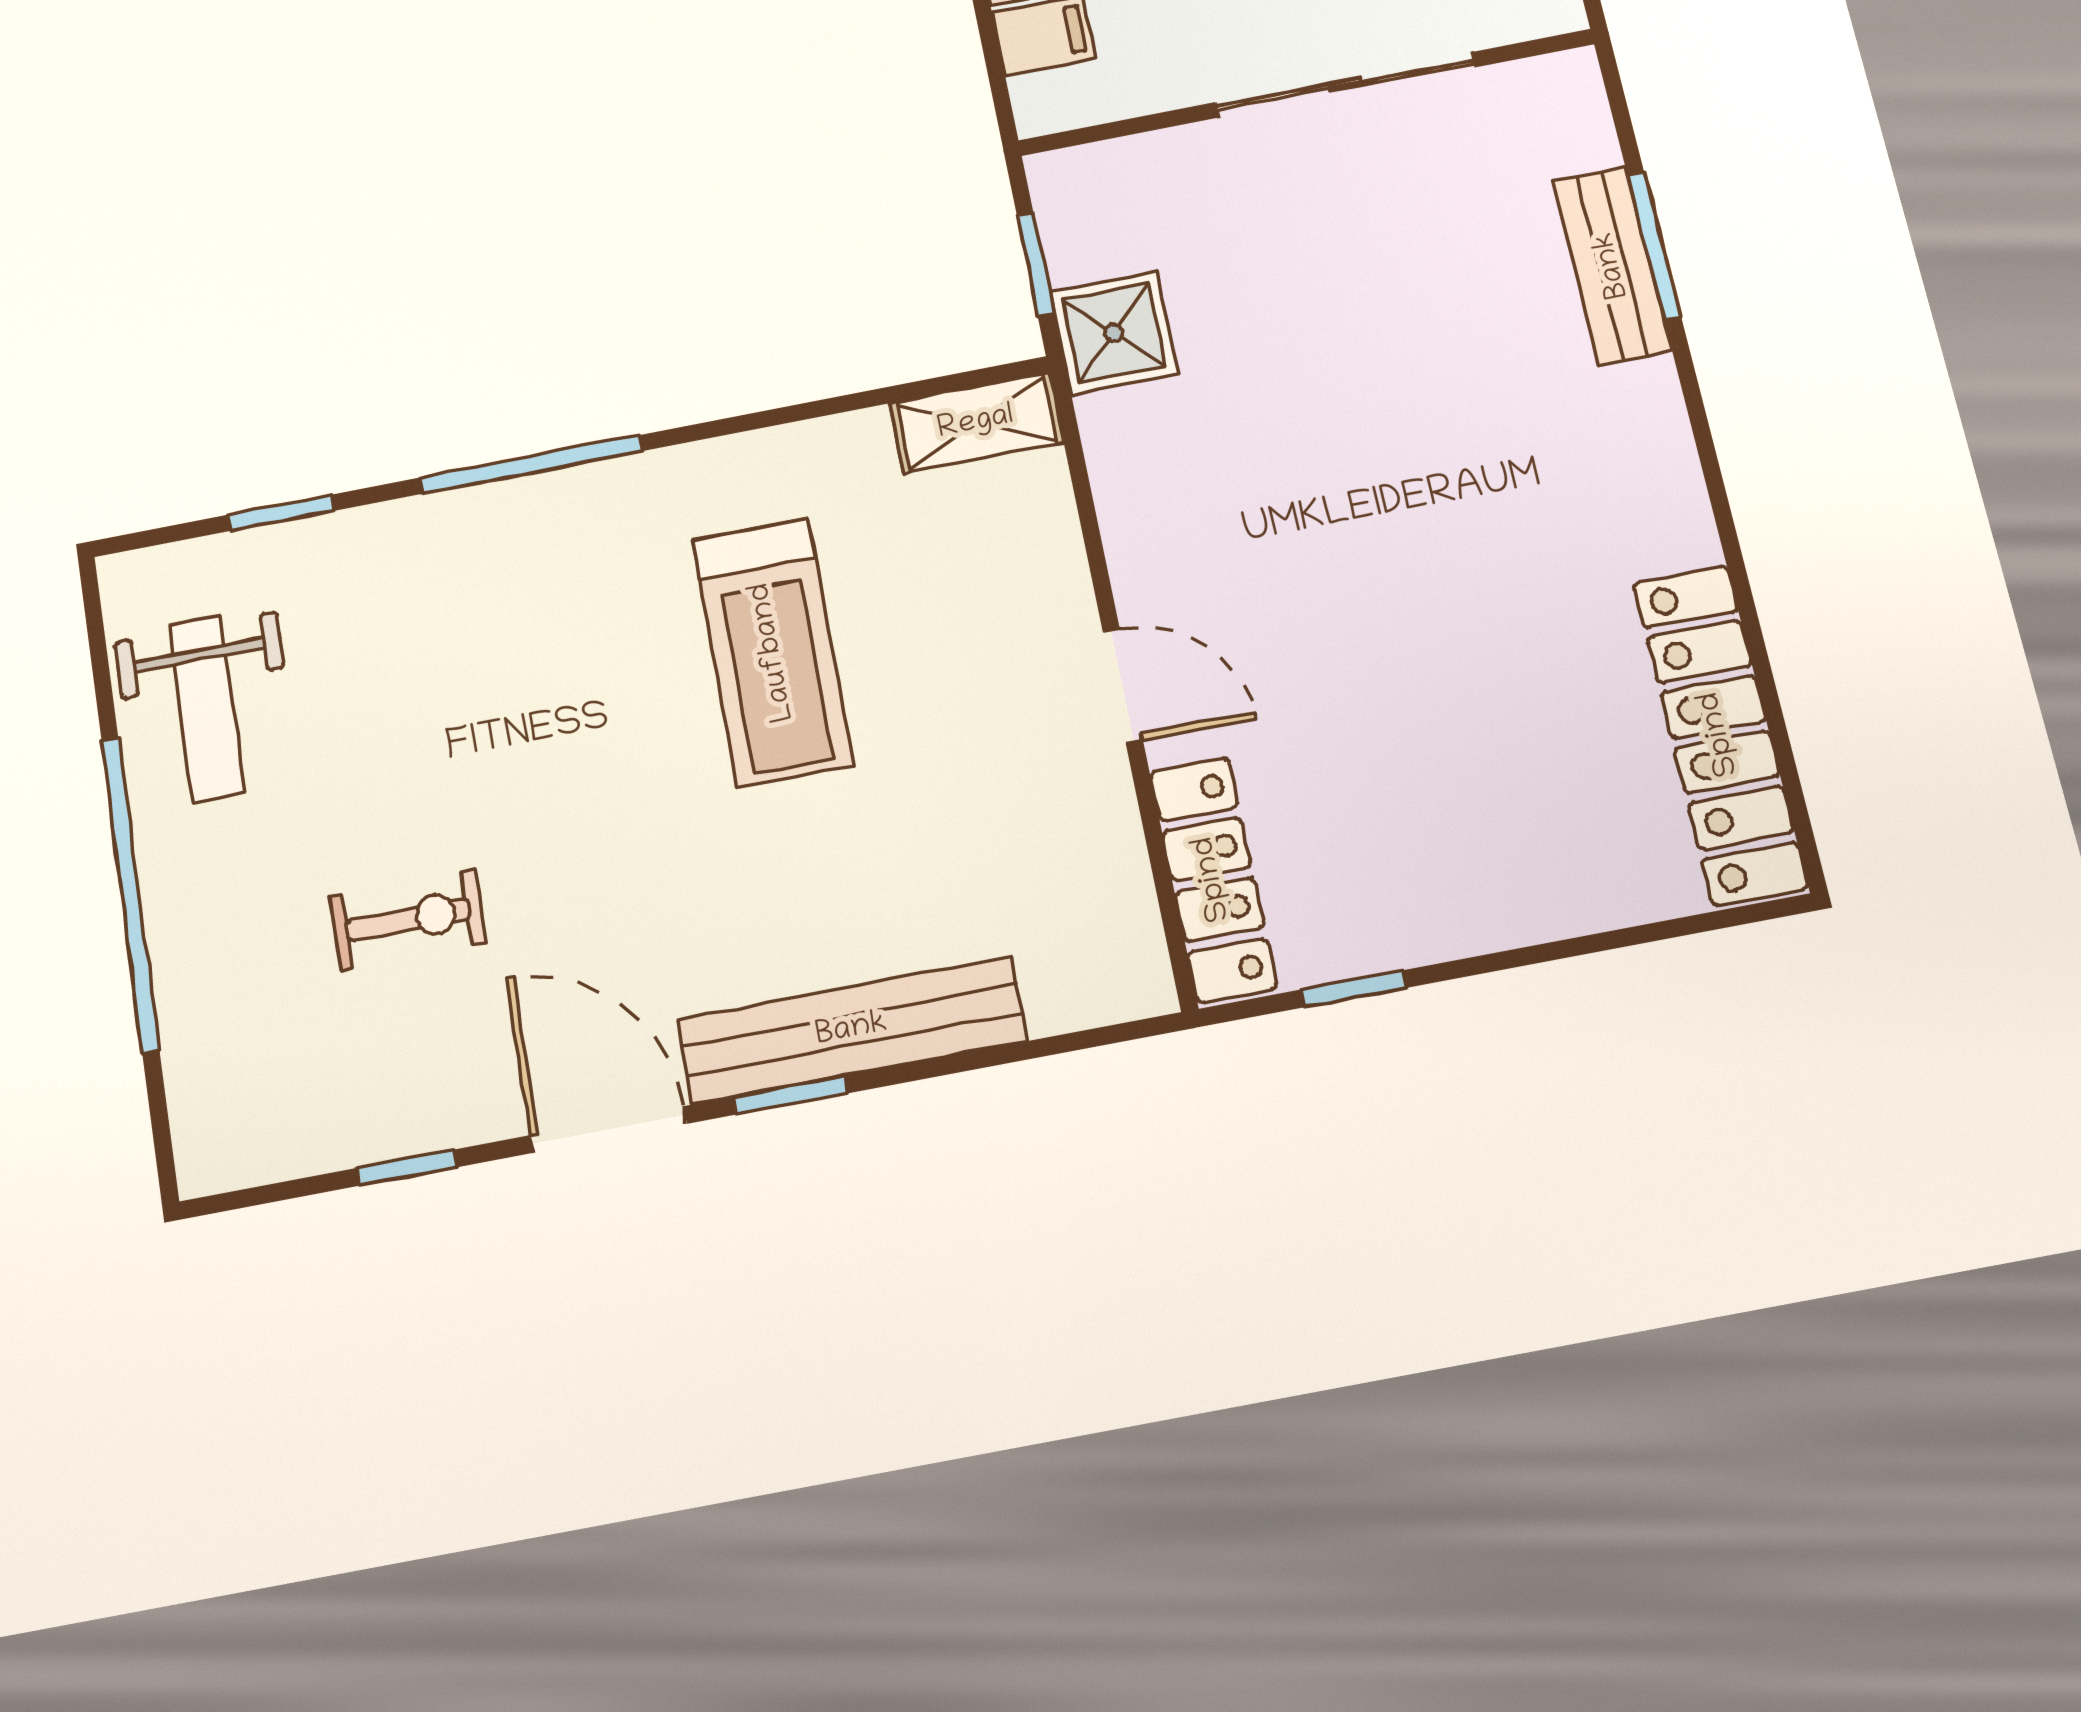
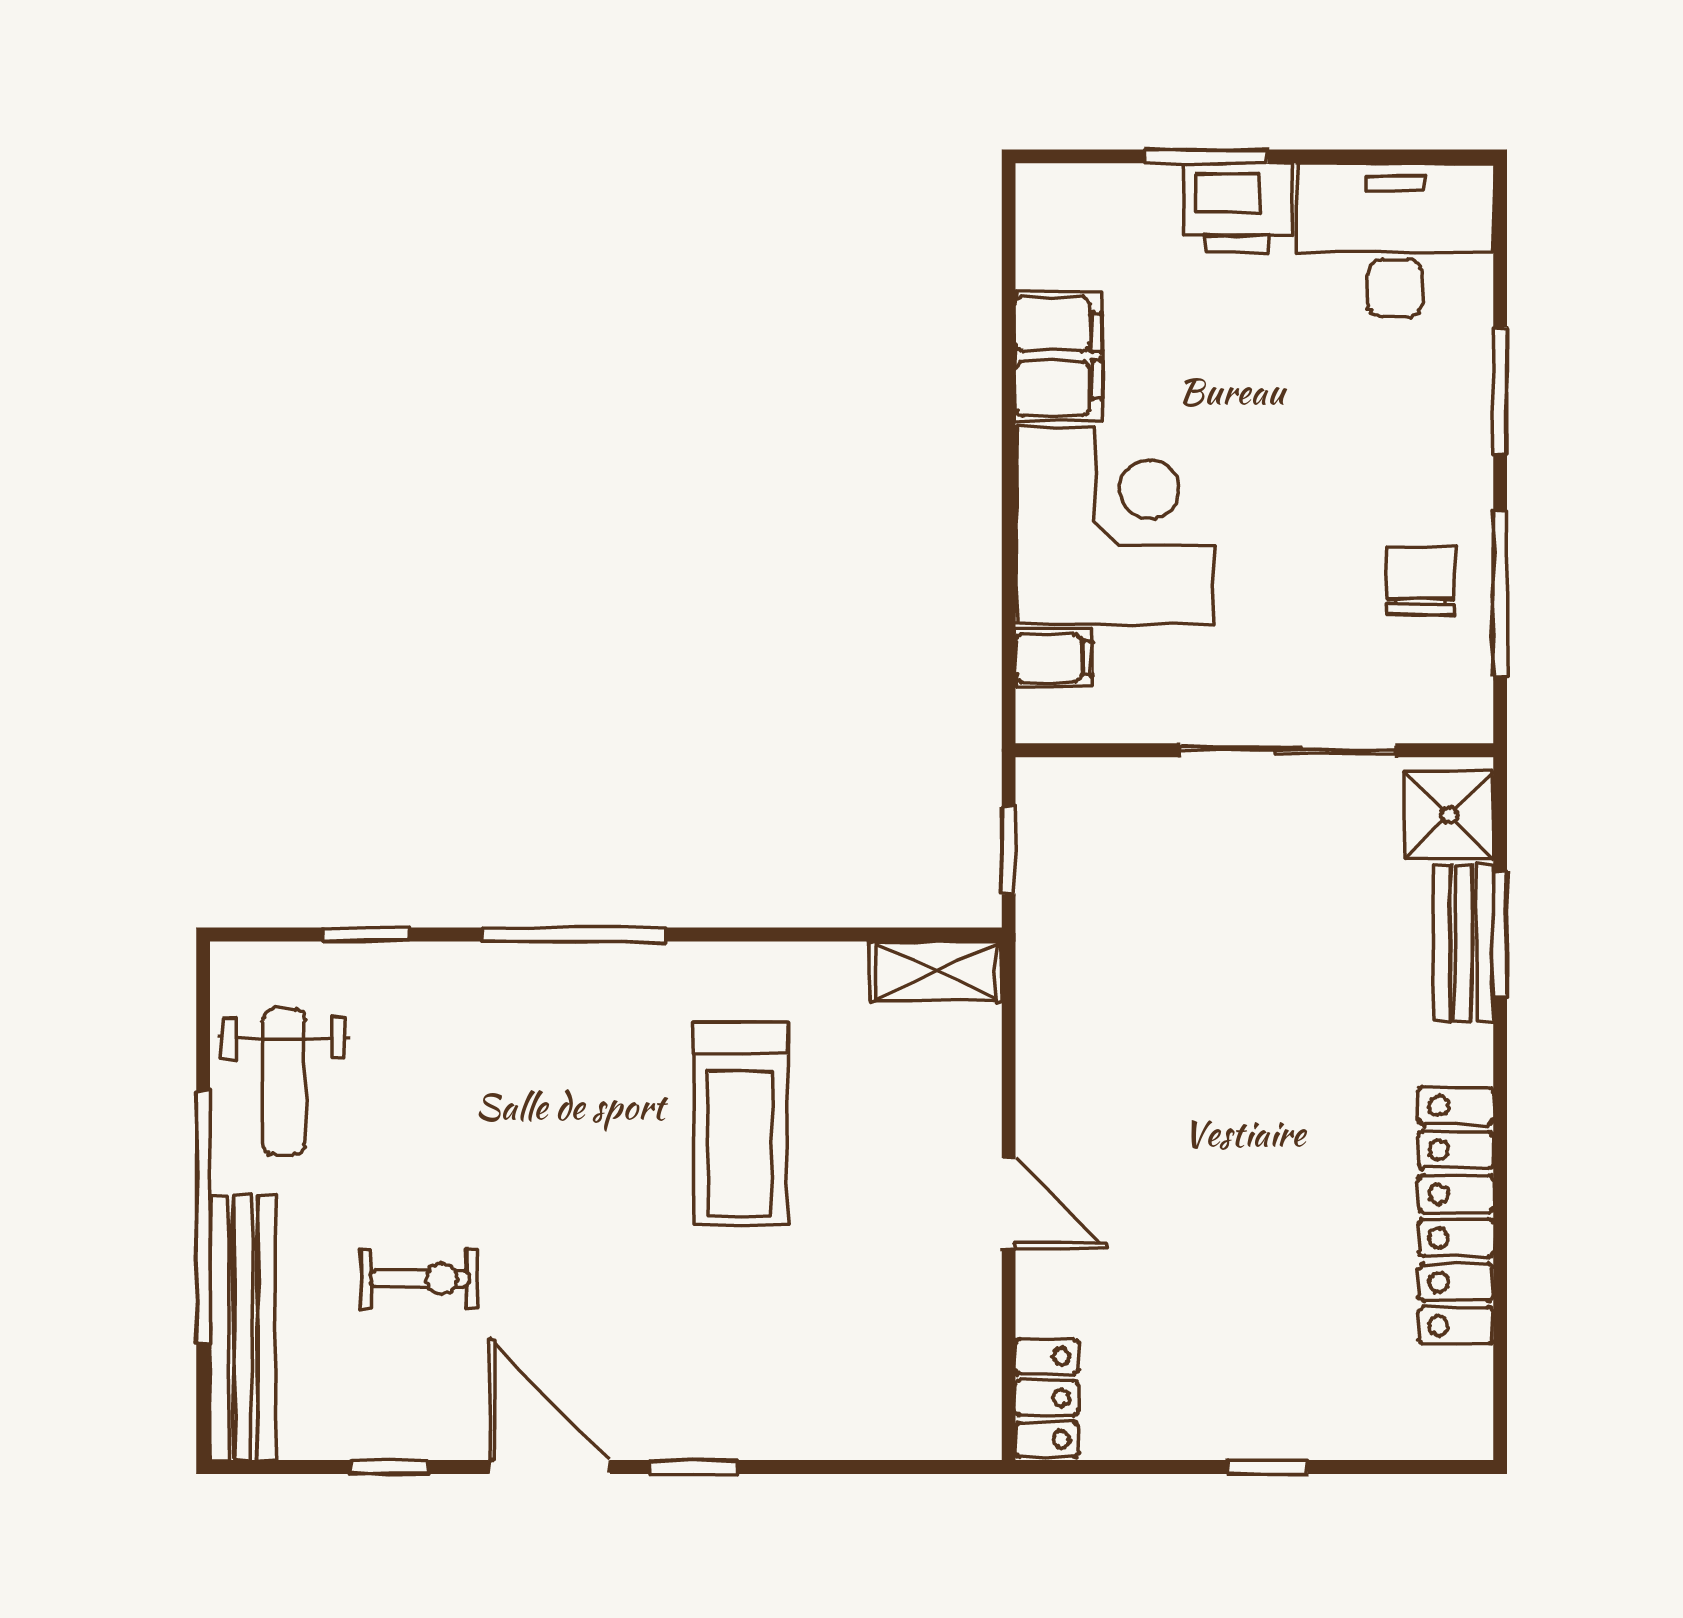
shower: (1114, 333) -> (1449, 815), moved
locker: (1720, 734) -> (1456, 1216), moved
locker: (1213, 879) -> (1047, 1398), width x0.66
window: (1354, 989) -> (1268, 1467), moved
bench: (852, 1030) -> (243, 1328), moved, turned 90

